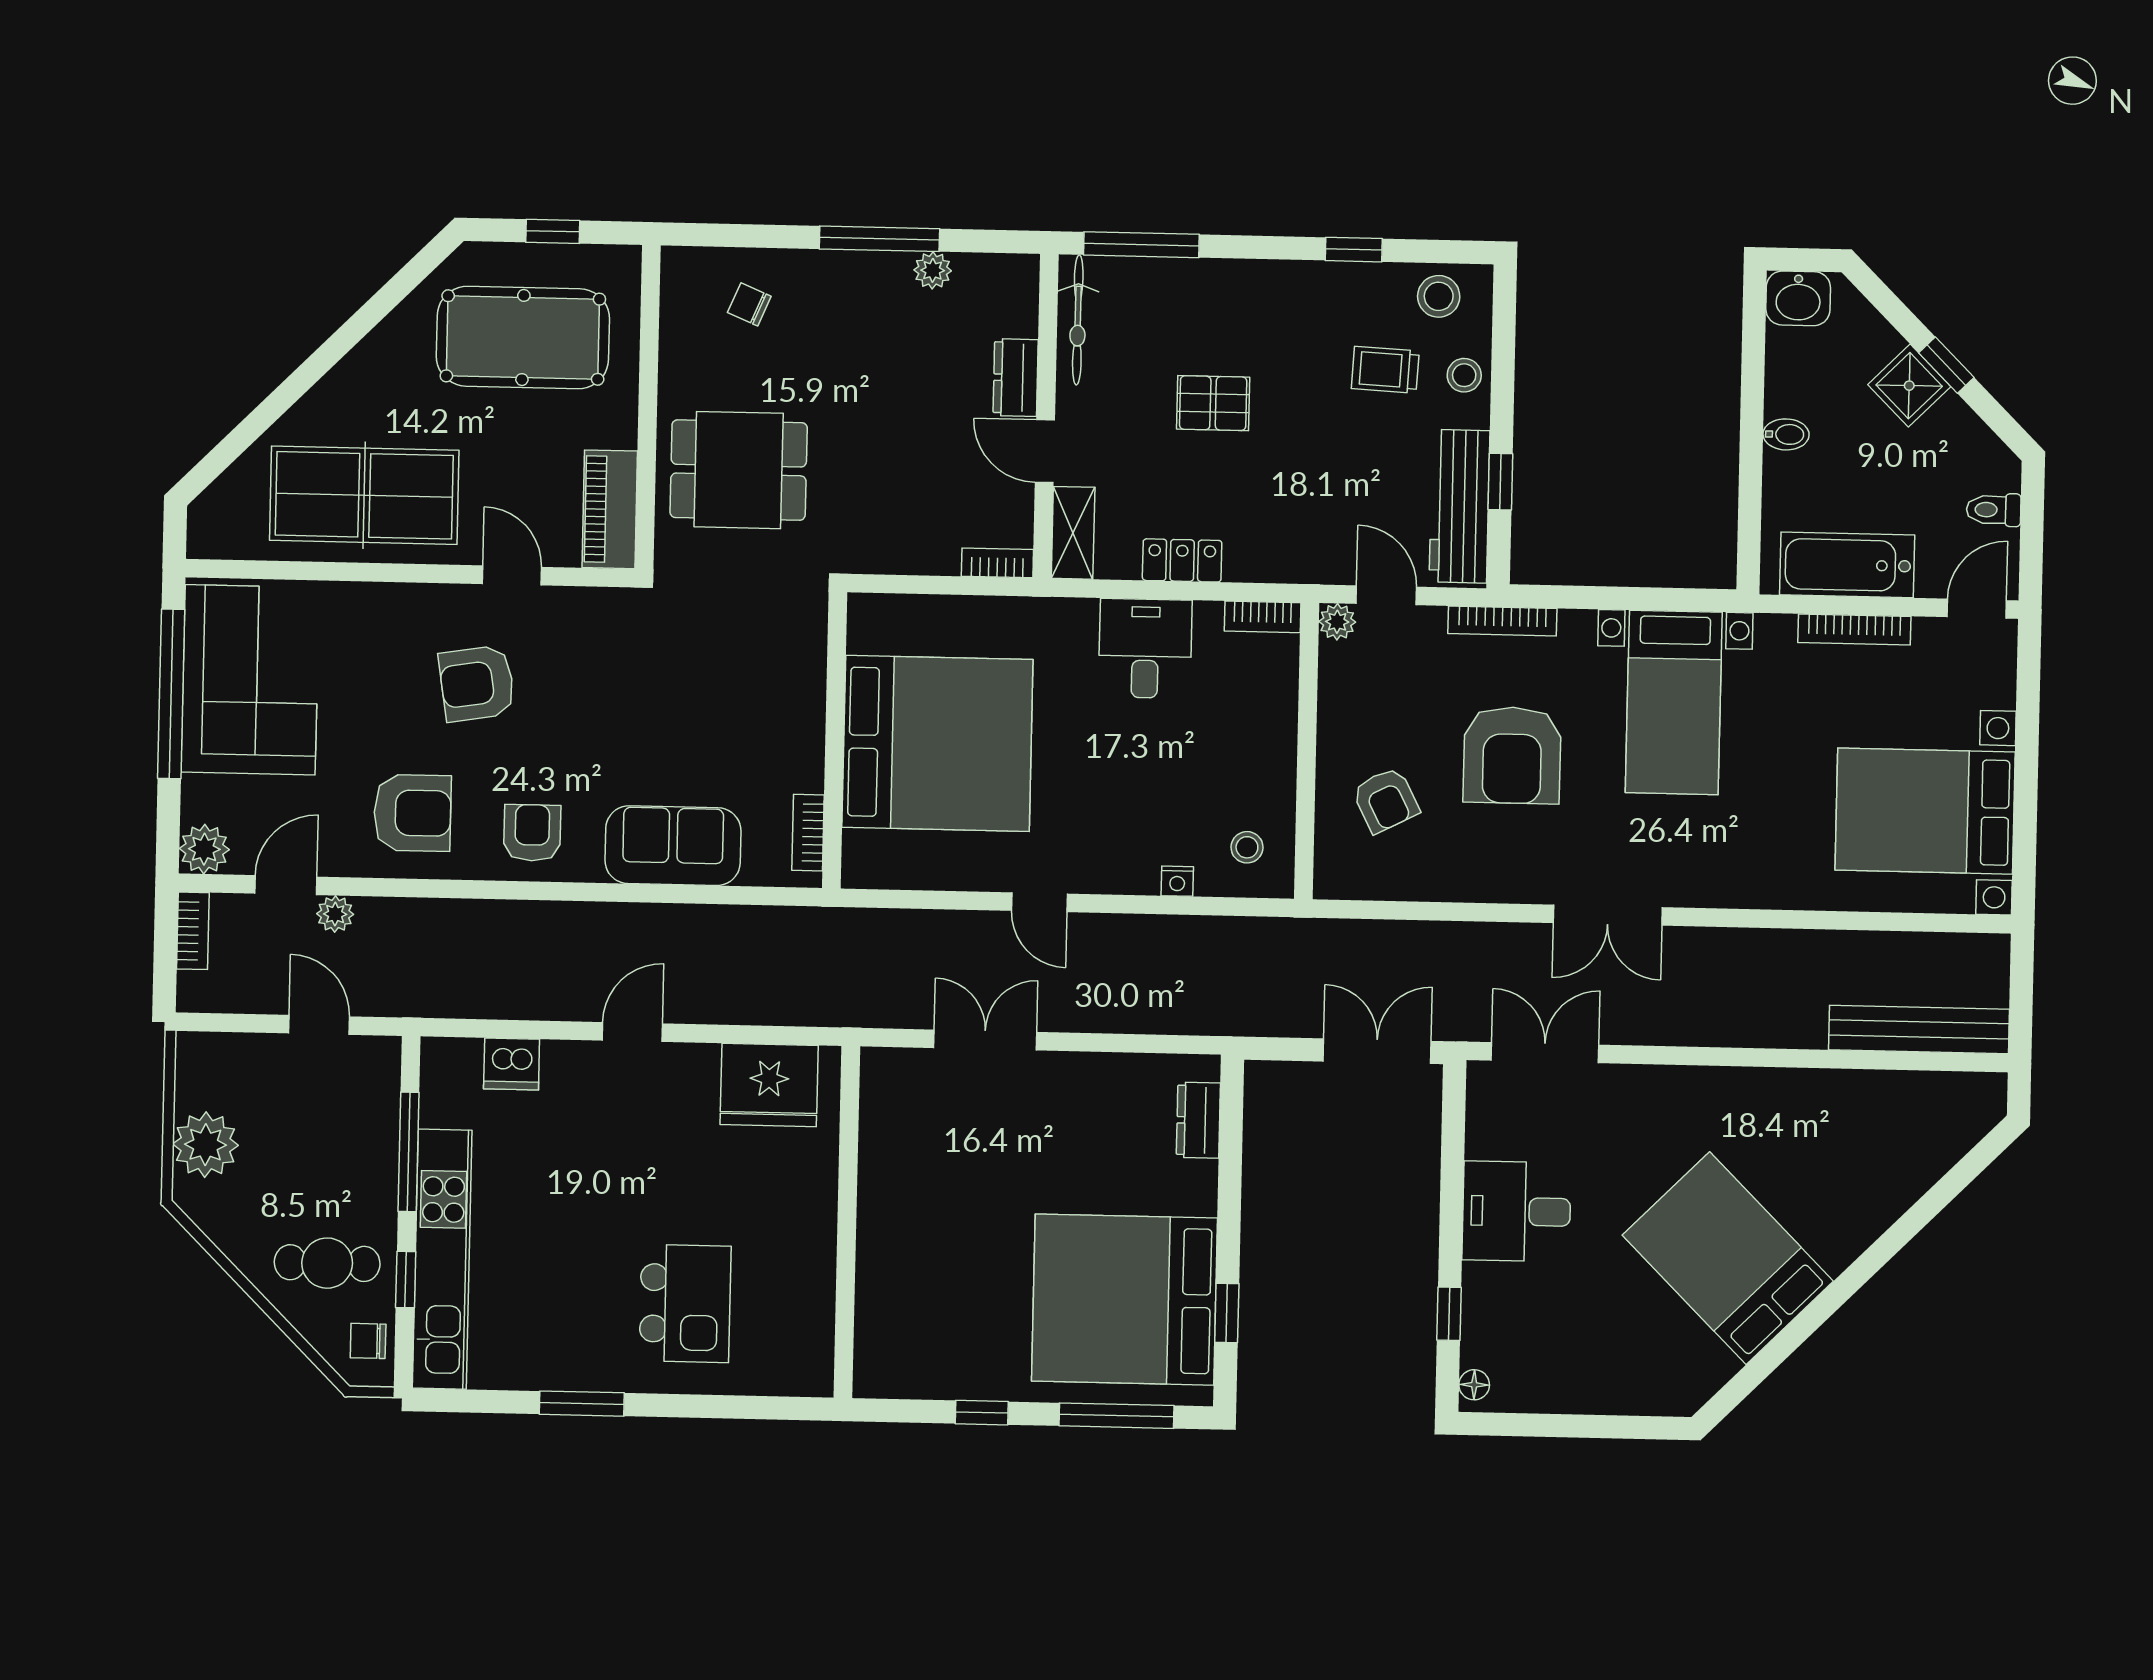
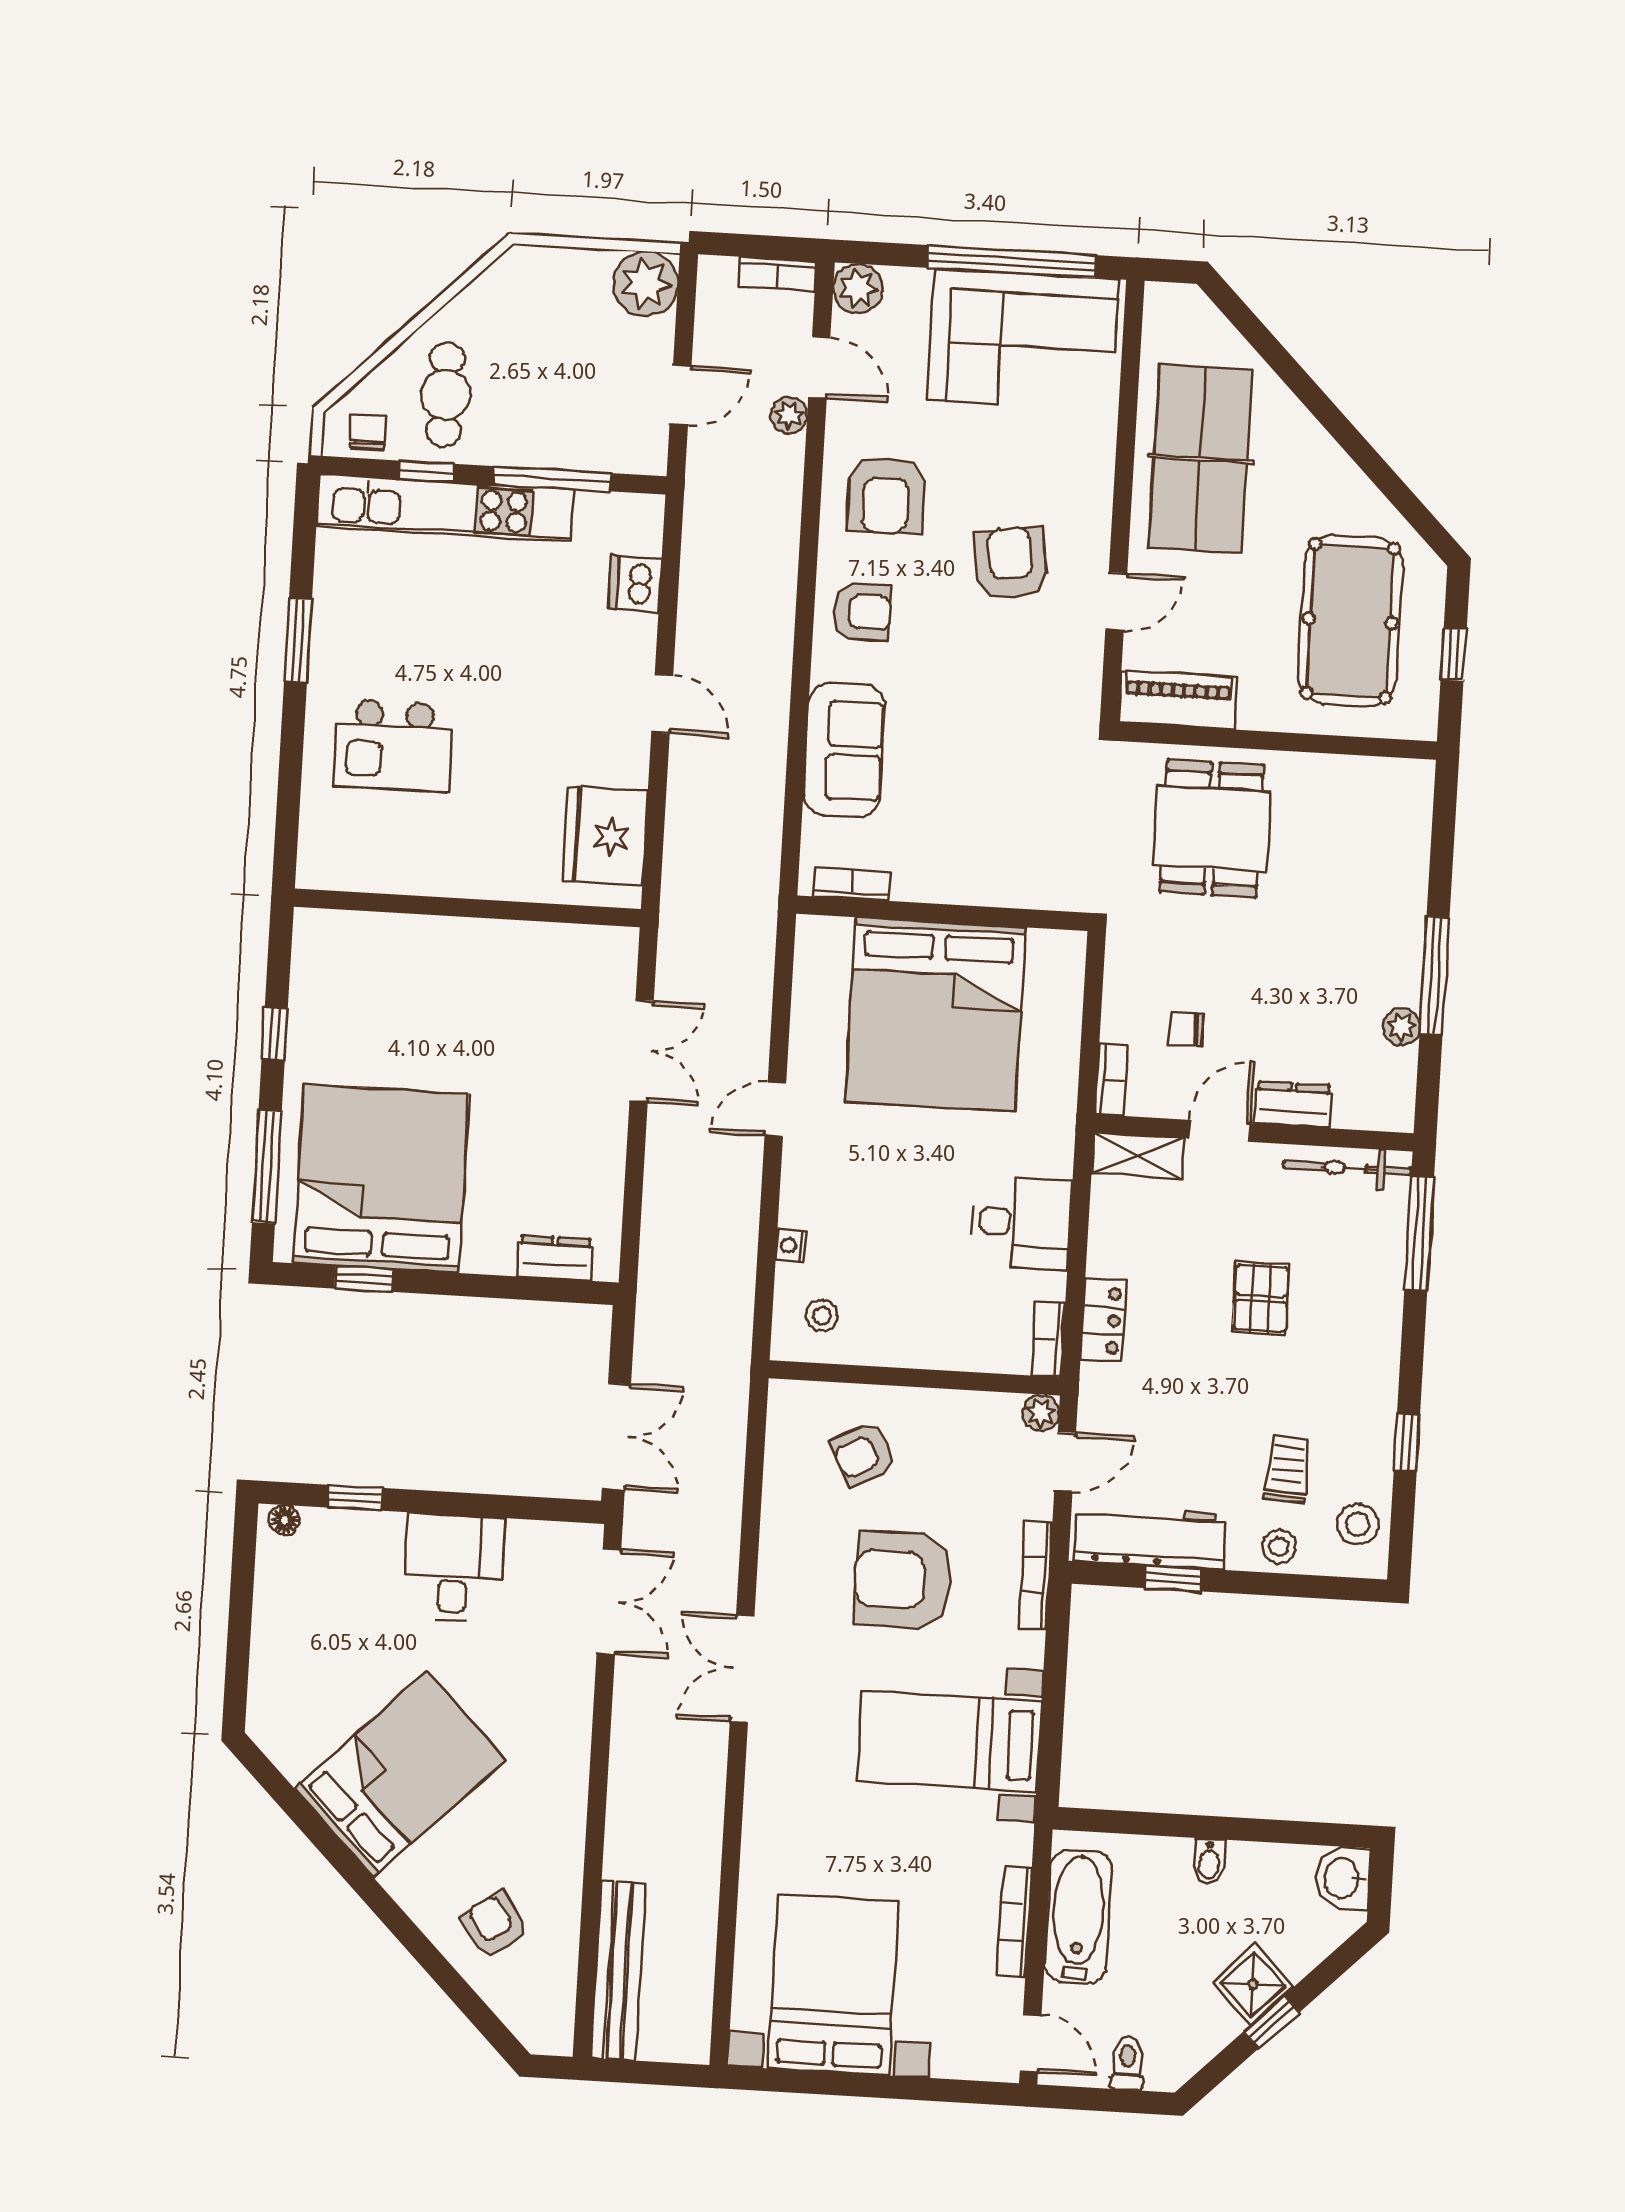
chair: (749, 304) -> (1186, 1029), moved, turned -113
locker: (1182, 560) -> (1103, 1320), moved
plant: (205, 1145) -> (646, 284), moved
armchair: (1877, 1157) -> (494, 1925), added

